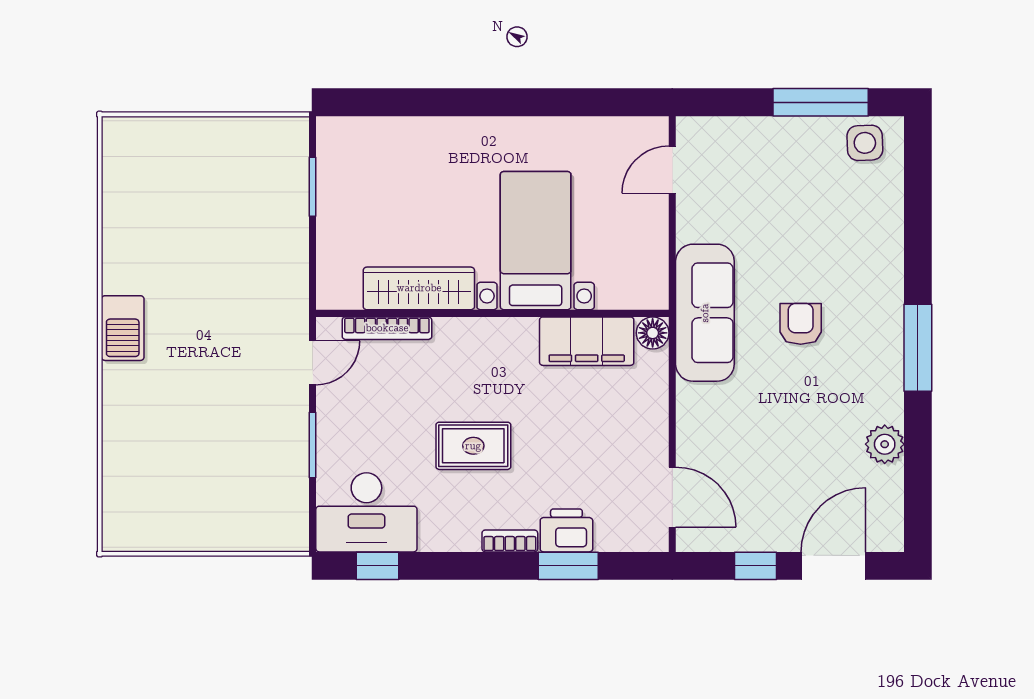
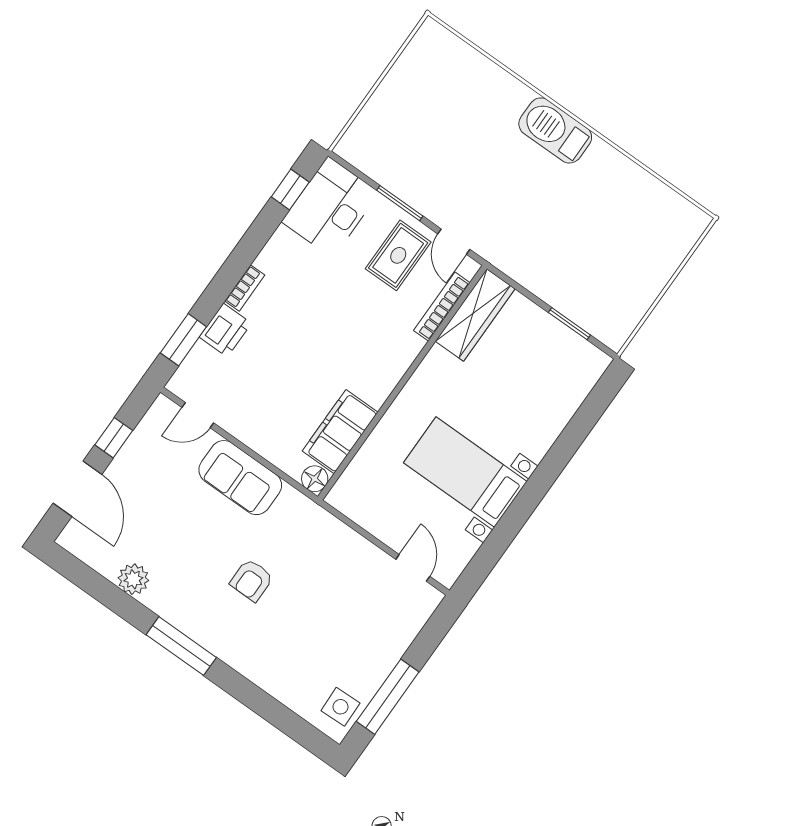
bed with nightstands: (536, 241) -> (465, 472), moved, turned 180
wardrobe: (419, 288) -> (475, 315), moved
sofa: (705, 313) -> (240, 478), moved, width x0.73
armchair: (801, 324) -> (252, 580), turned 90
barbecue: (123, 328) -> (555, 130), width x1.37, depth x1.21
rug: (473, 446) -> (398, 255), moved
door: (672, 497) -> (198, 415), width x0.73
window: (568, 566) -> (183, 340), moved

